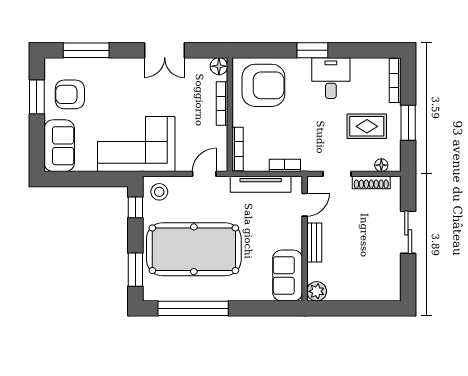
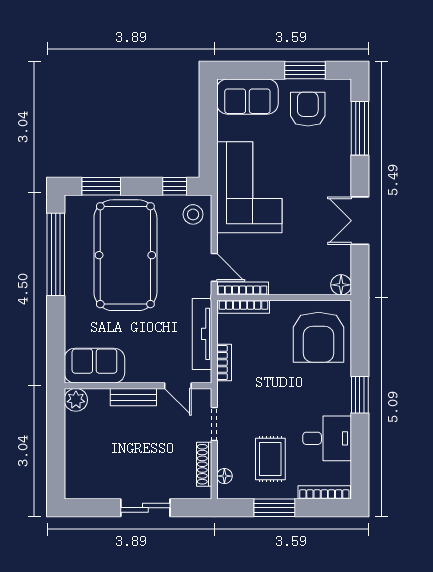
desk: (331, 78) -> (327, 438), moved
bookcase: (222, 104) -> (243, 288), moved

